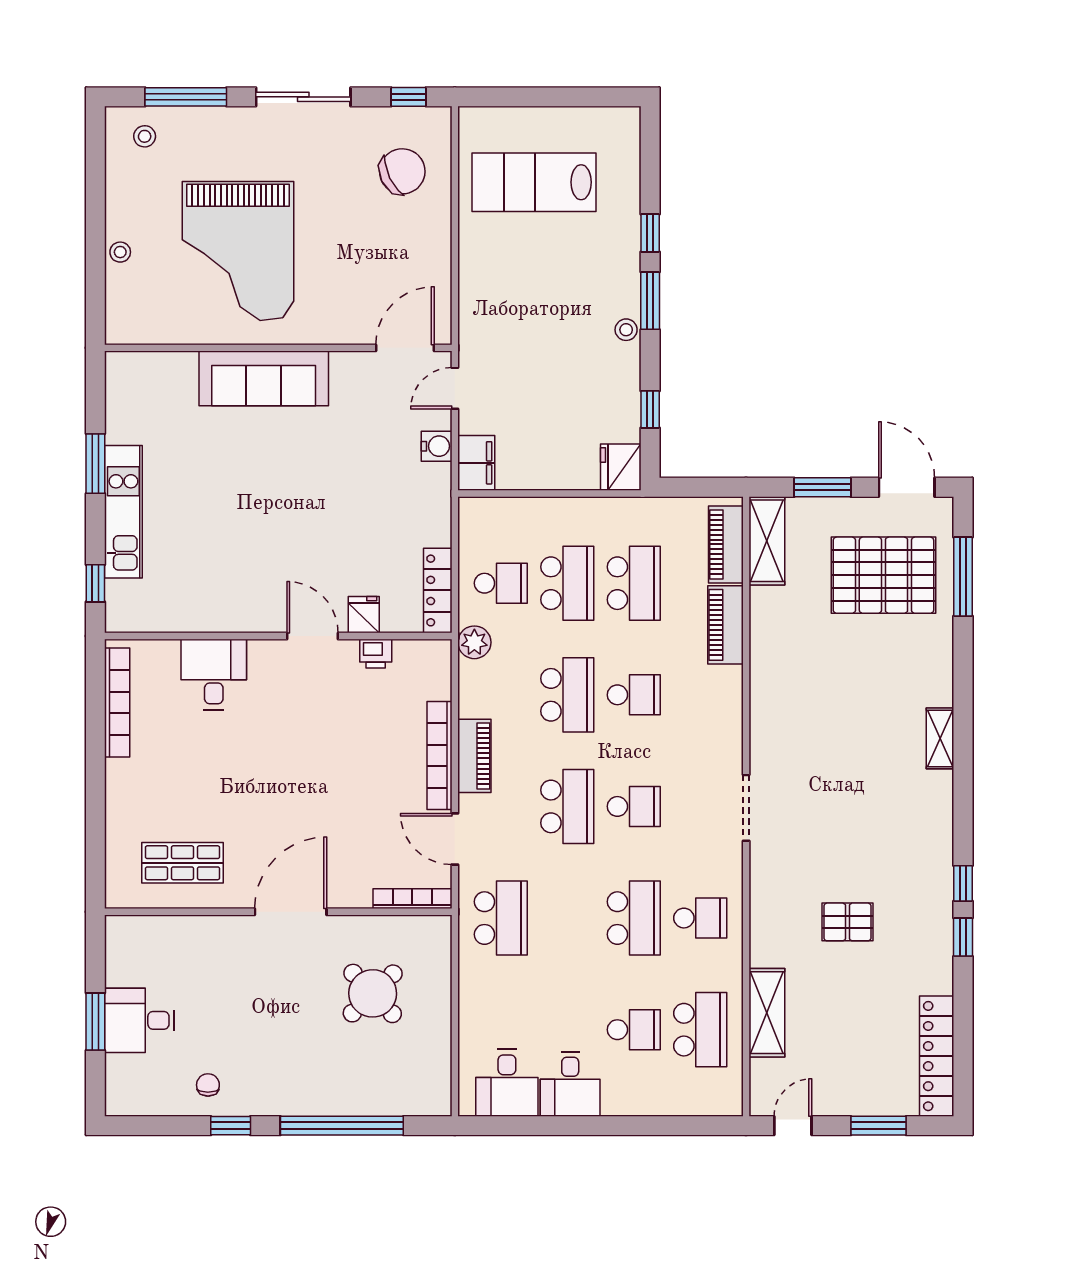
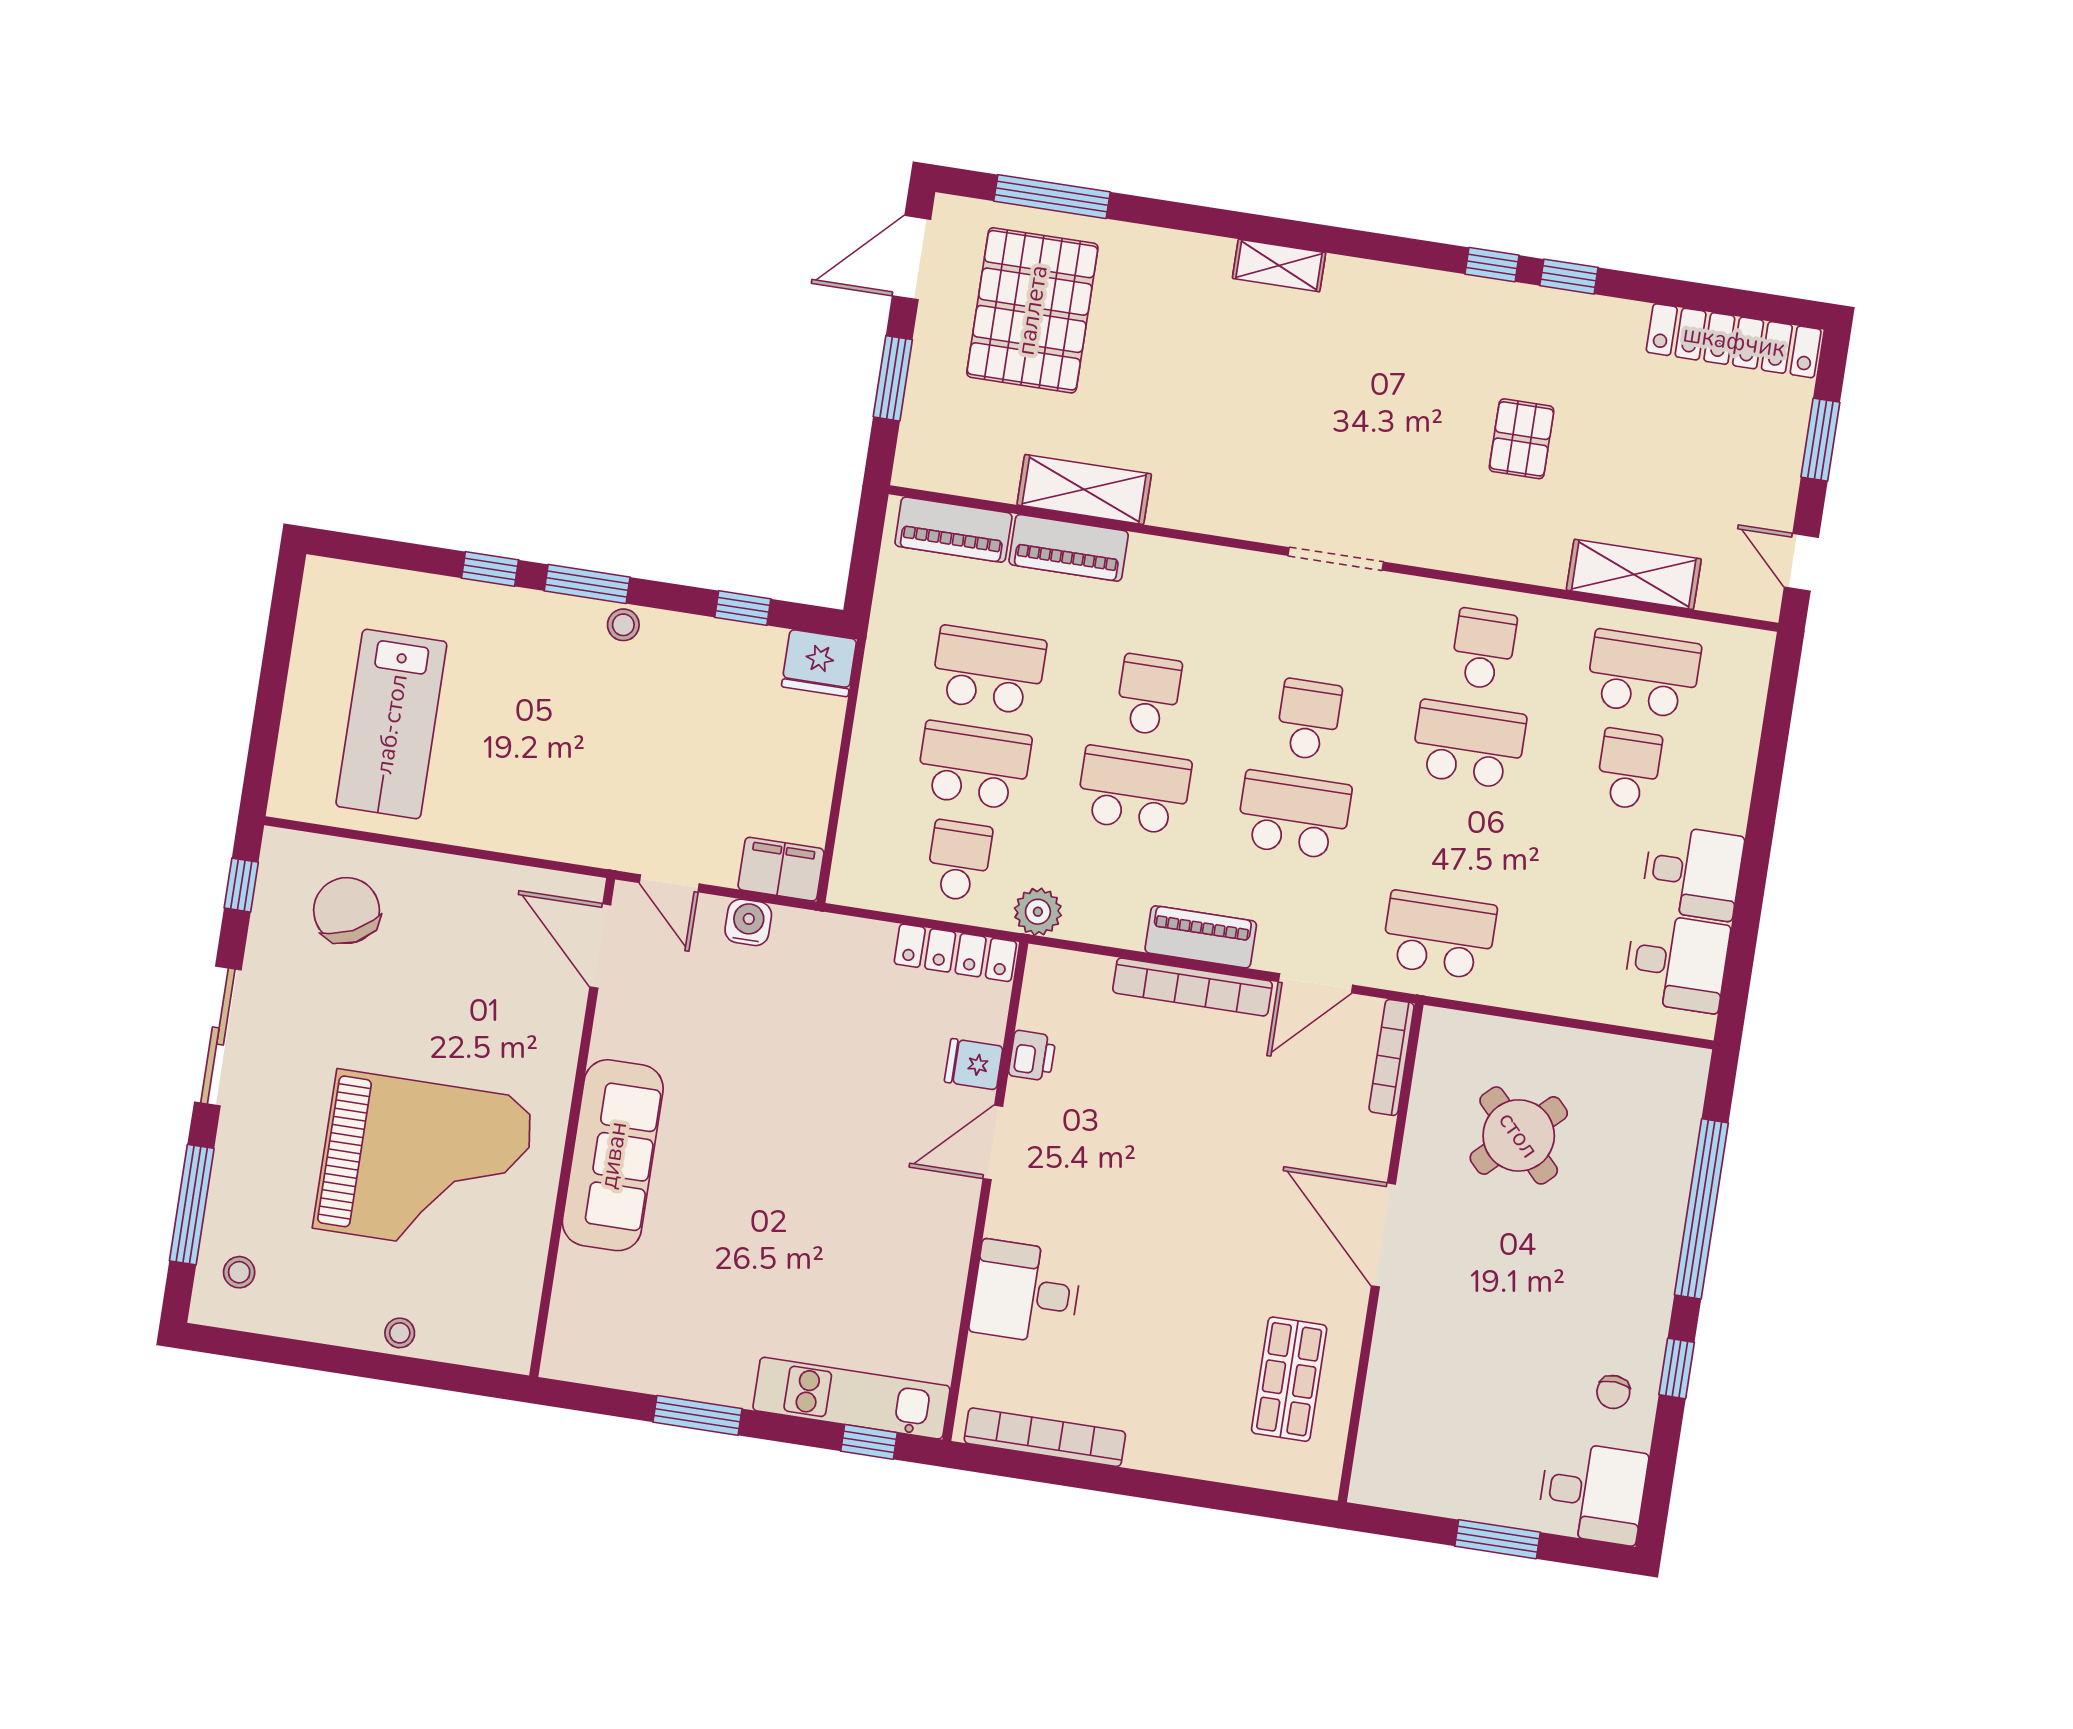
kitchen unit: (123, 512) -> (851, 1398), moved
shelving: (767, 541) -> (1084, 489), moved
desk: (140, 1020) -> (1593, 1493), moved, turned -90
chair: (208, 1085) -> (1613, 1392), turned -87

